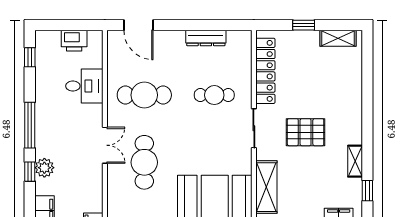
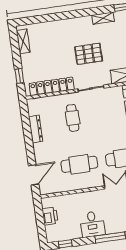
window: (304, 25) -> (19, 76), moved
desk: (84, 86) -> (92, 224), moved, turned 180
cafe table: (144, 95) -> (79, 164), turned 90
pallet: (306, 132) -> (89, 54), turned 90

